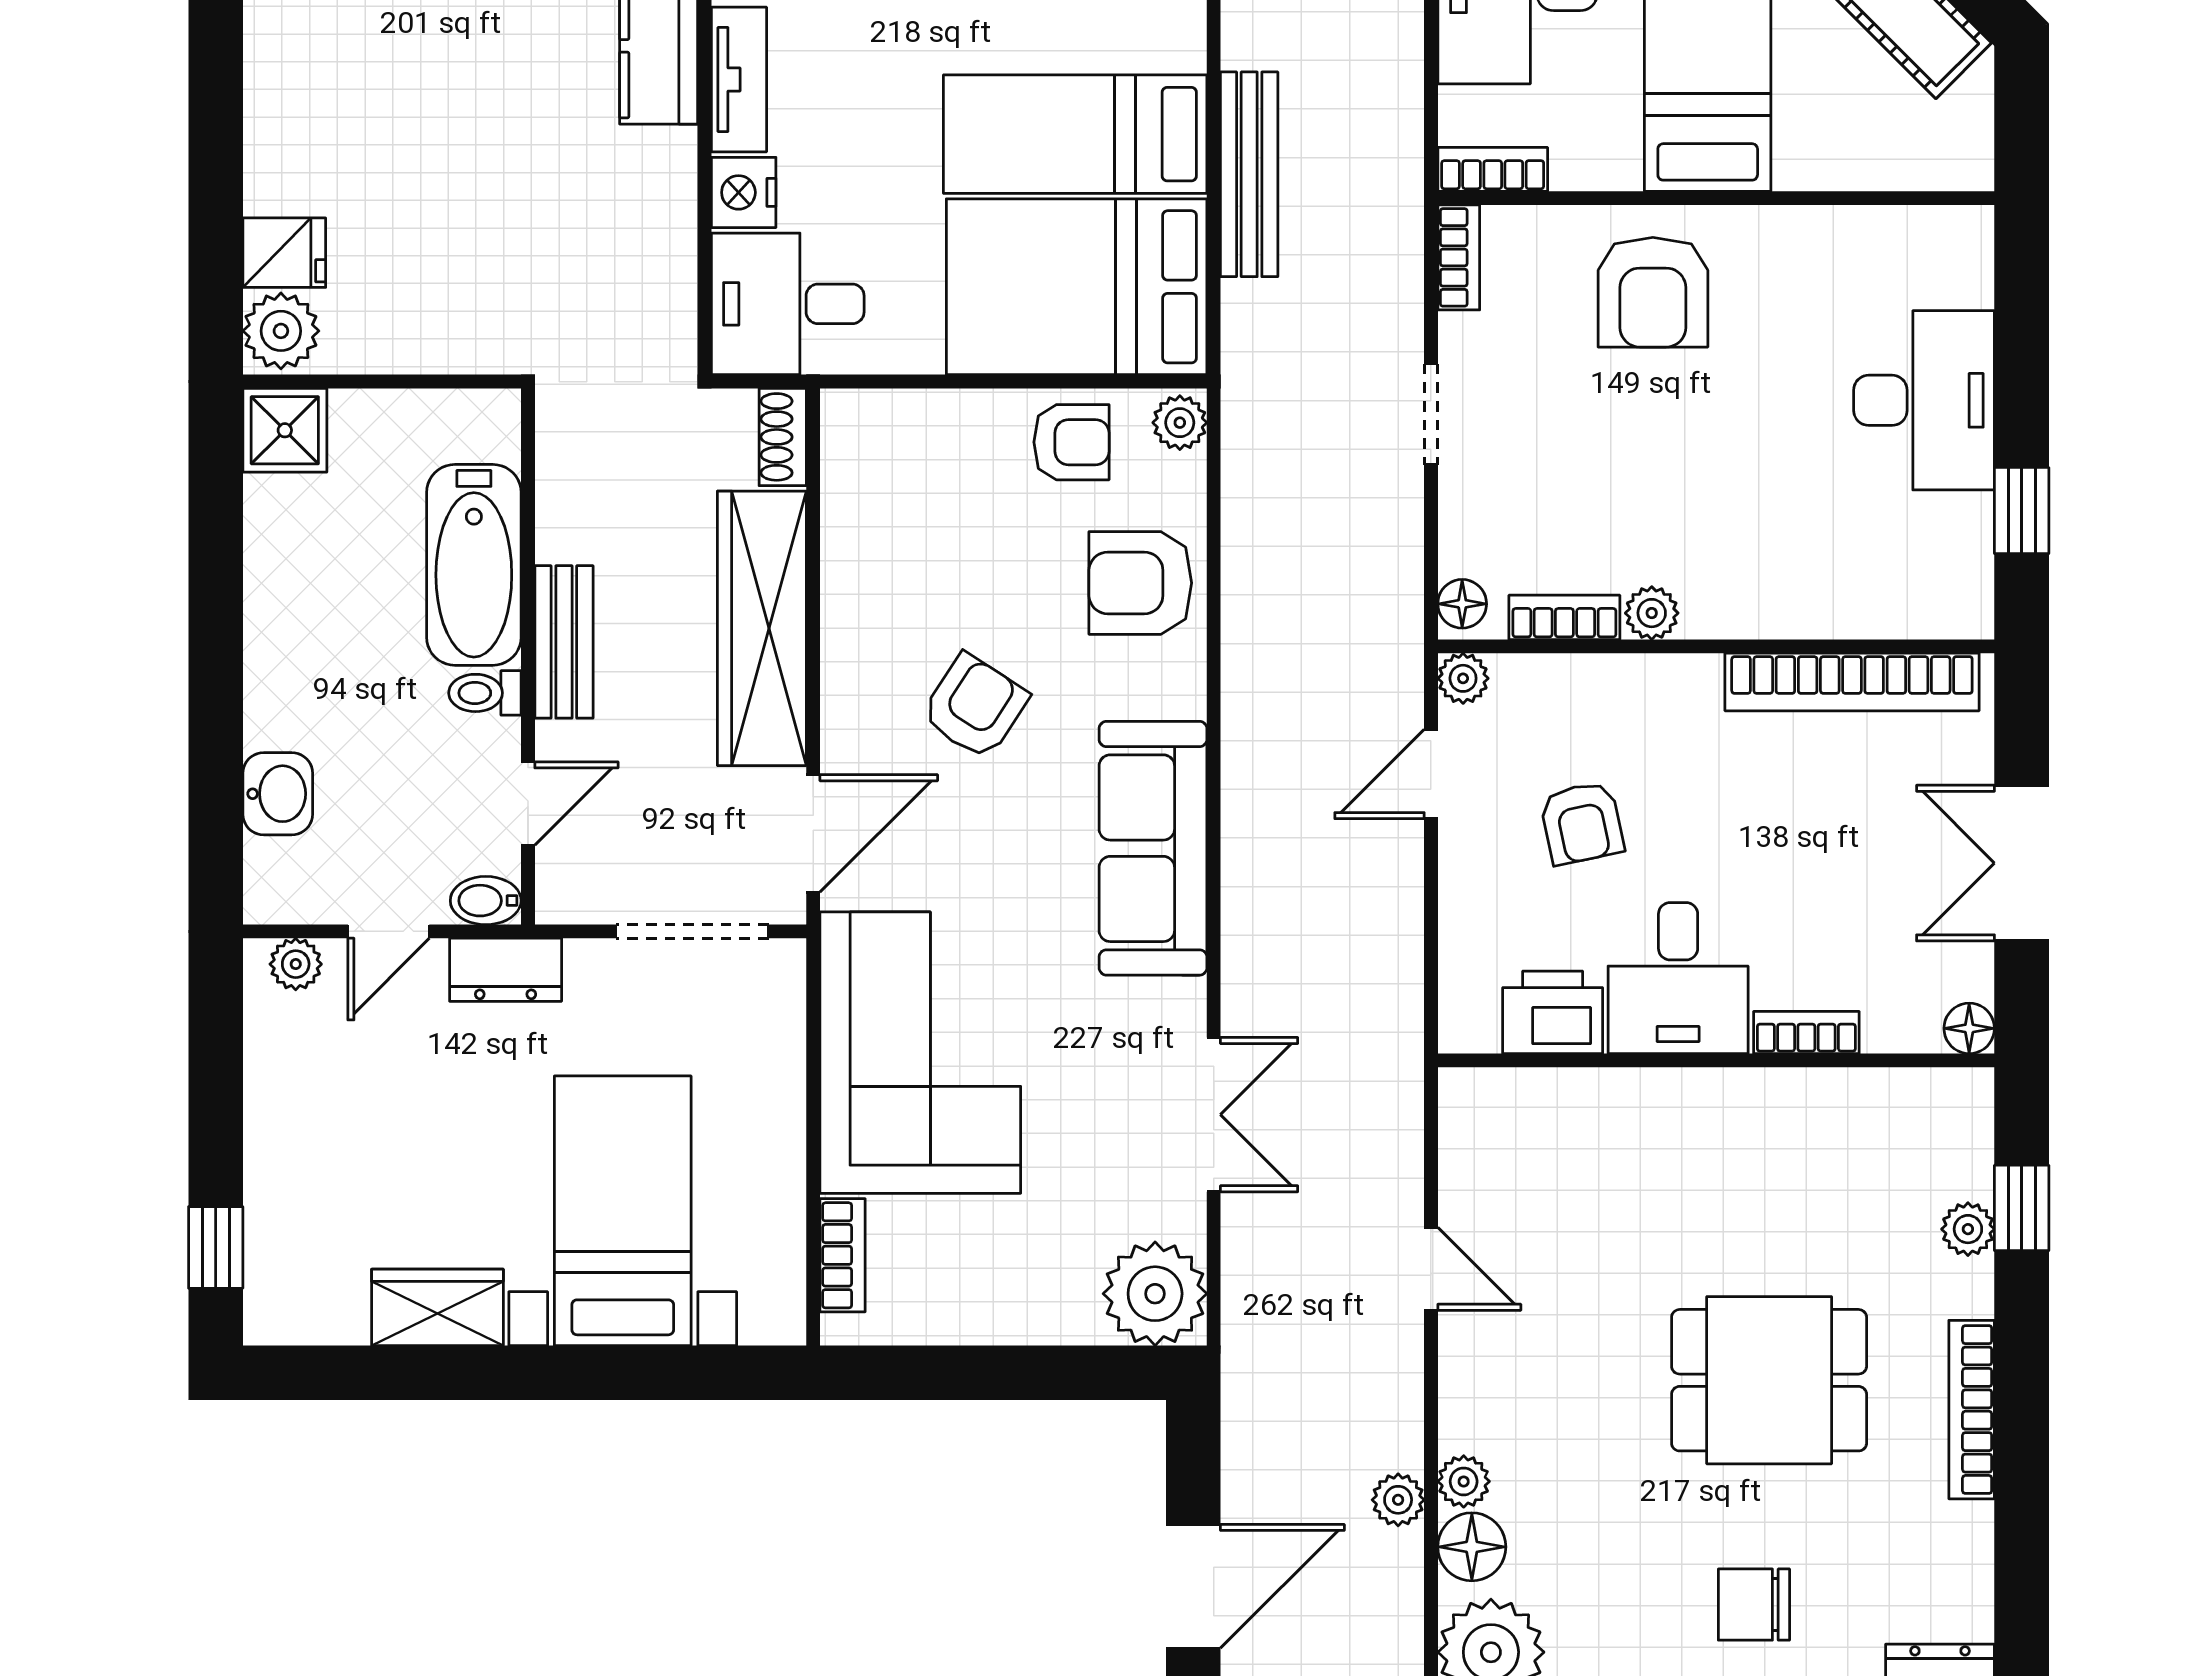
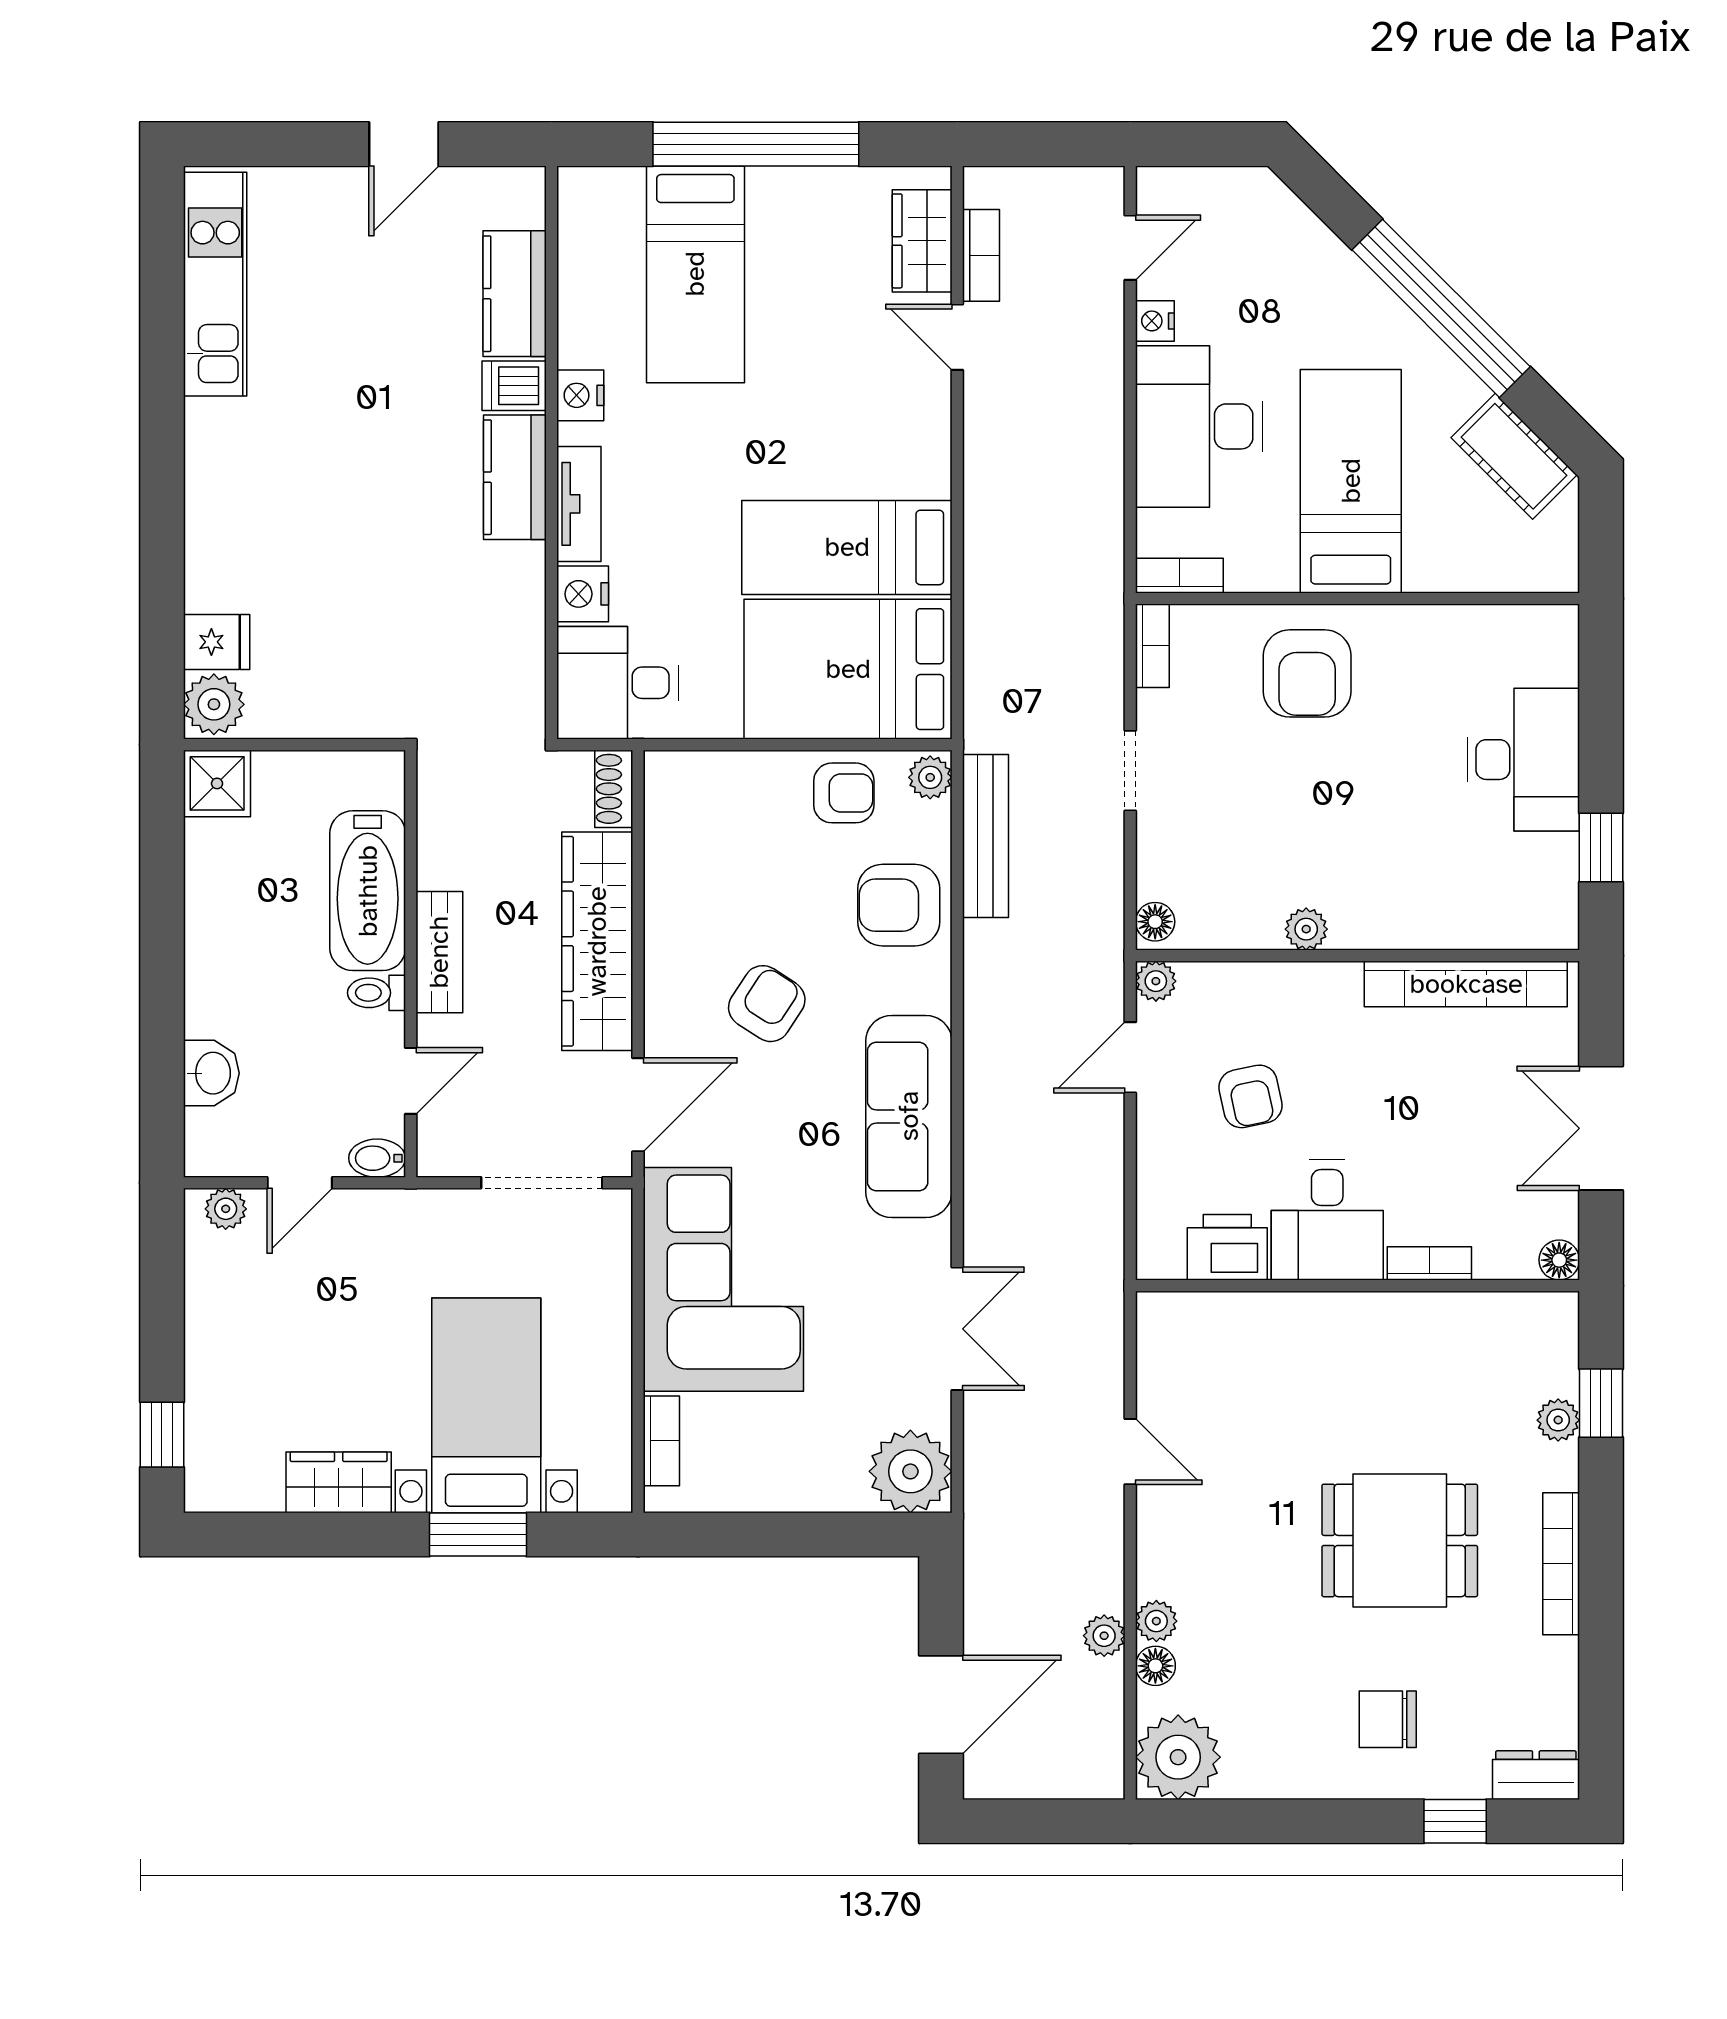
bench: (1249, 174) -> (985, 836), moved
bookcase: (1564, 617) -> (1237, 933), removed
dresser: (506, 970) -> (393, 1213), removed
window: (612, 1373) -> (478, 1534), added
floor lamp: (1472, 1547) -> (1155, 1666), width x0.73, depth x0.73

